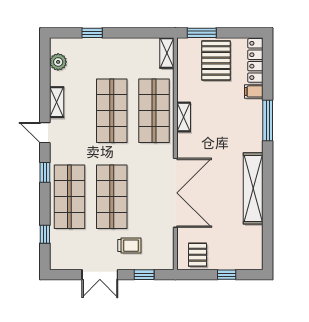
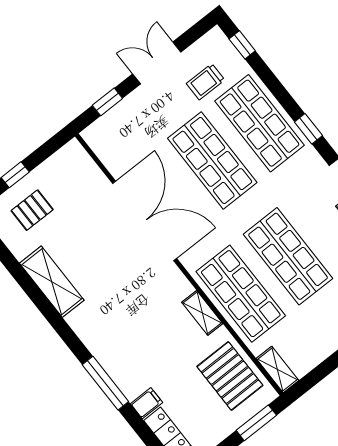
pallet: (216, 60) -> (230, 376), moved
shelving: (253, 188) -> (52, 282), width x0.68
double door: (175, 193) -> (145, 221), swing flipped
window: (45, 234) -> (242, 45), moved
trolley: (129, 246) -> (206, 82), moved
pallet: (198, 255) -> (32, 210), moved, turned 90

